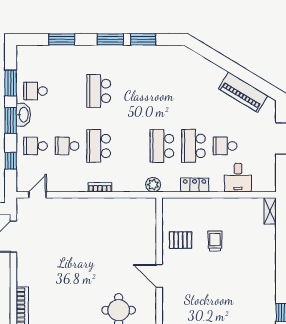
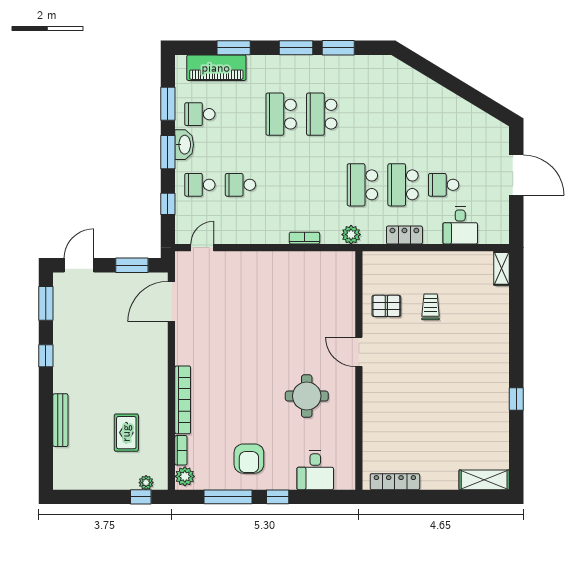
piano: (243, 92) -> (216, 68), moved, turned -31
school desk: (99, 146) -> (322, 114), moved
bookcase: (100, 187) -> (304, 238), moved

